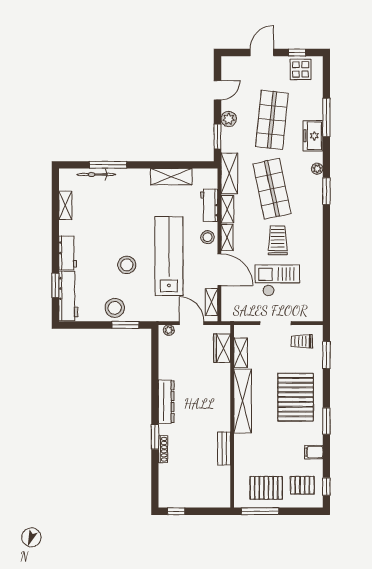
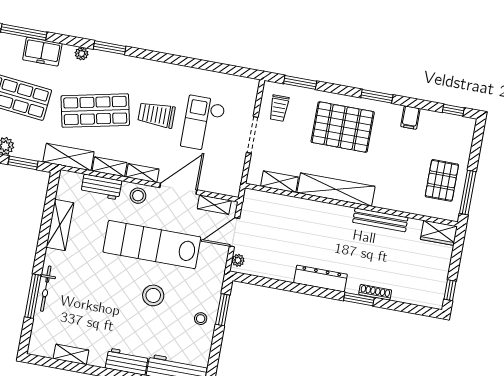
bicycle: (96, 175) -> (46, 289), moved
stool: (115, 308) -> (201, 319), width x0.53, depth x0.53
wardrobe: (222, 348) -> (439, 233), moved
bench: (224, 449) -> (380, 220), width x1.36
pallet: (302, 485) -> (446, 138), removed

